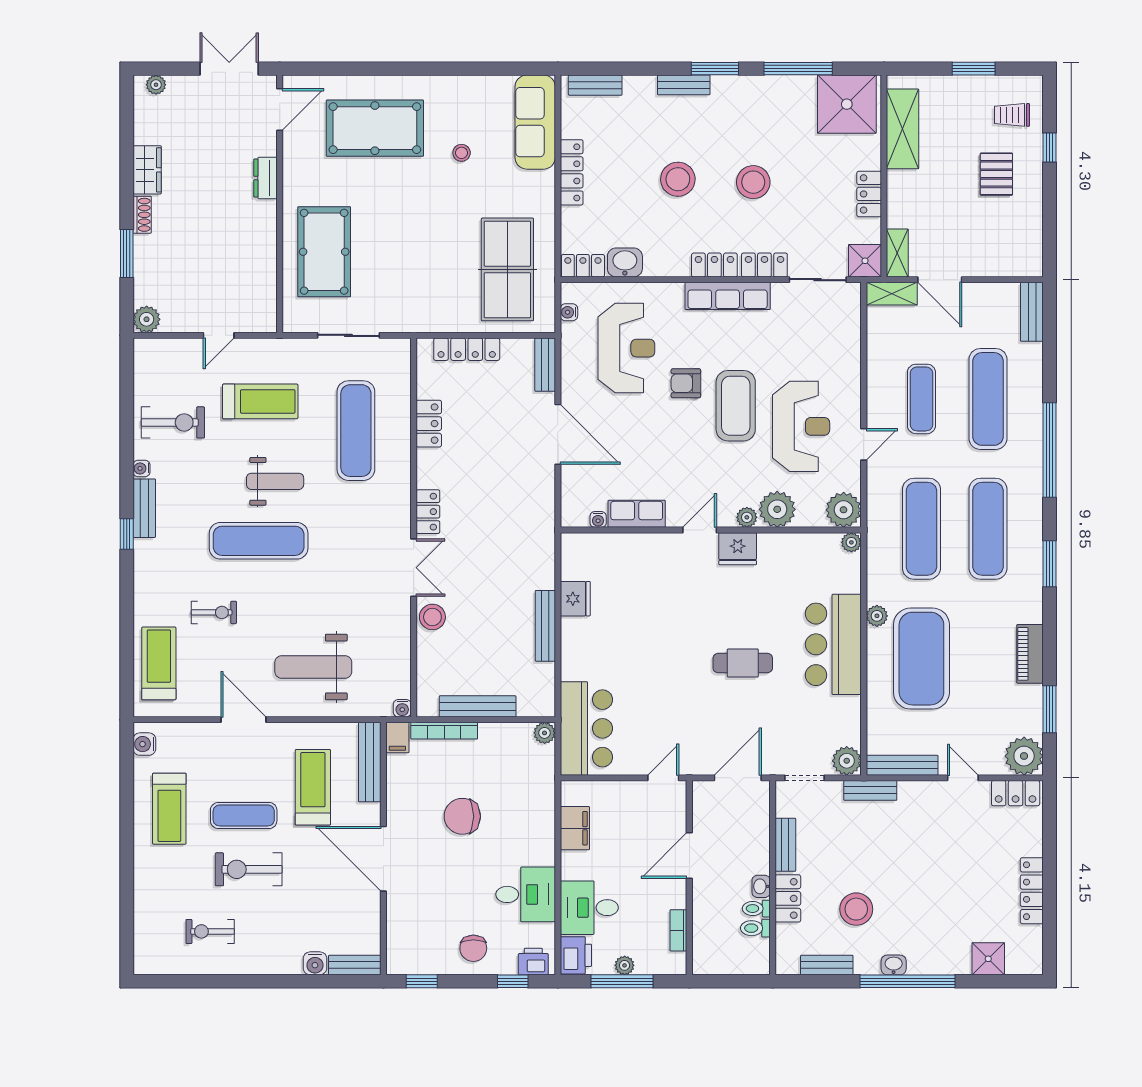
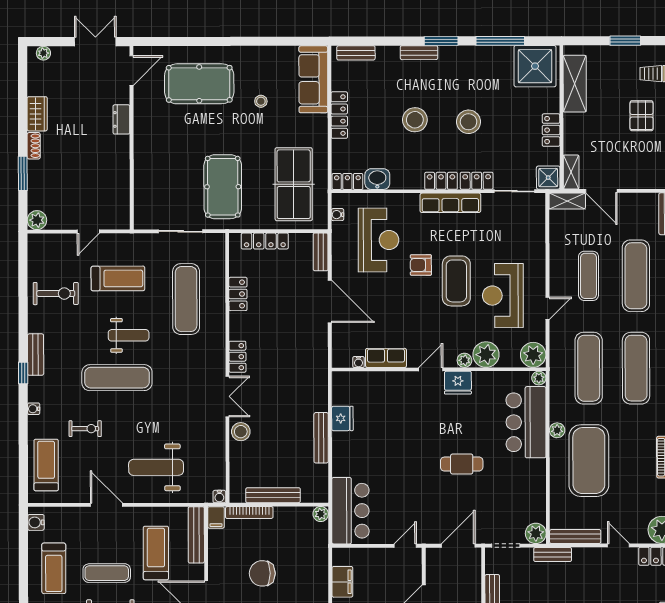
pool table: (324, 252) -> (223, 187), moved
reception desk: (801, 426) -> (503, 296), turned 180
water cooler: (141, 468) -> (34, 409), moved
bar counter: (833, 644) -> (526, 422), moved

